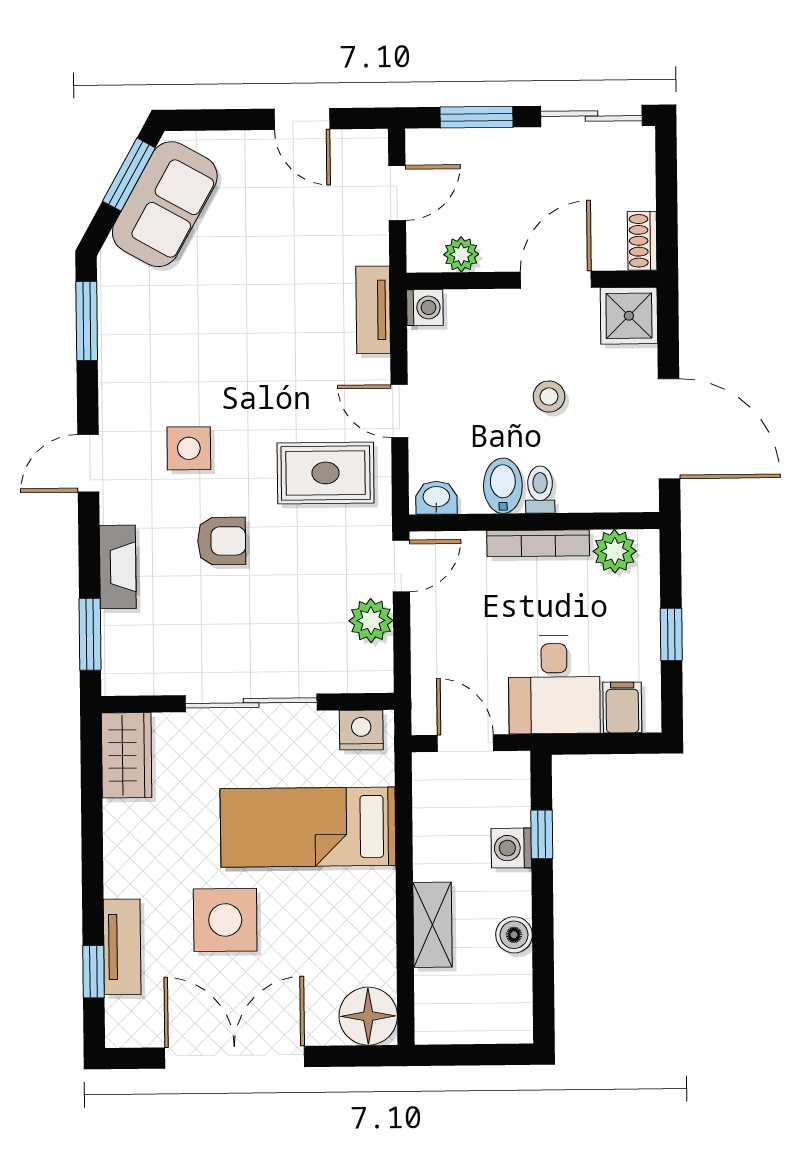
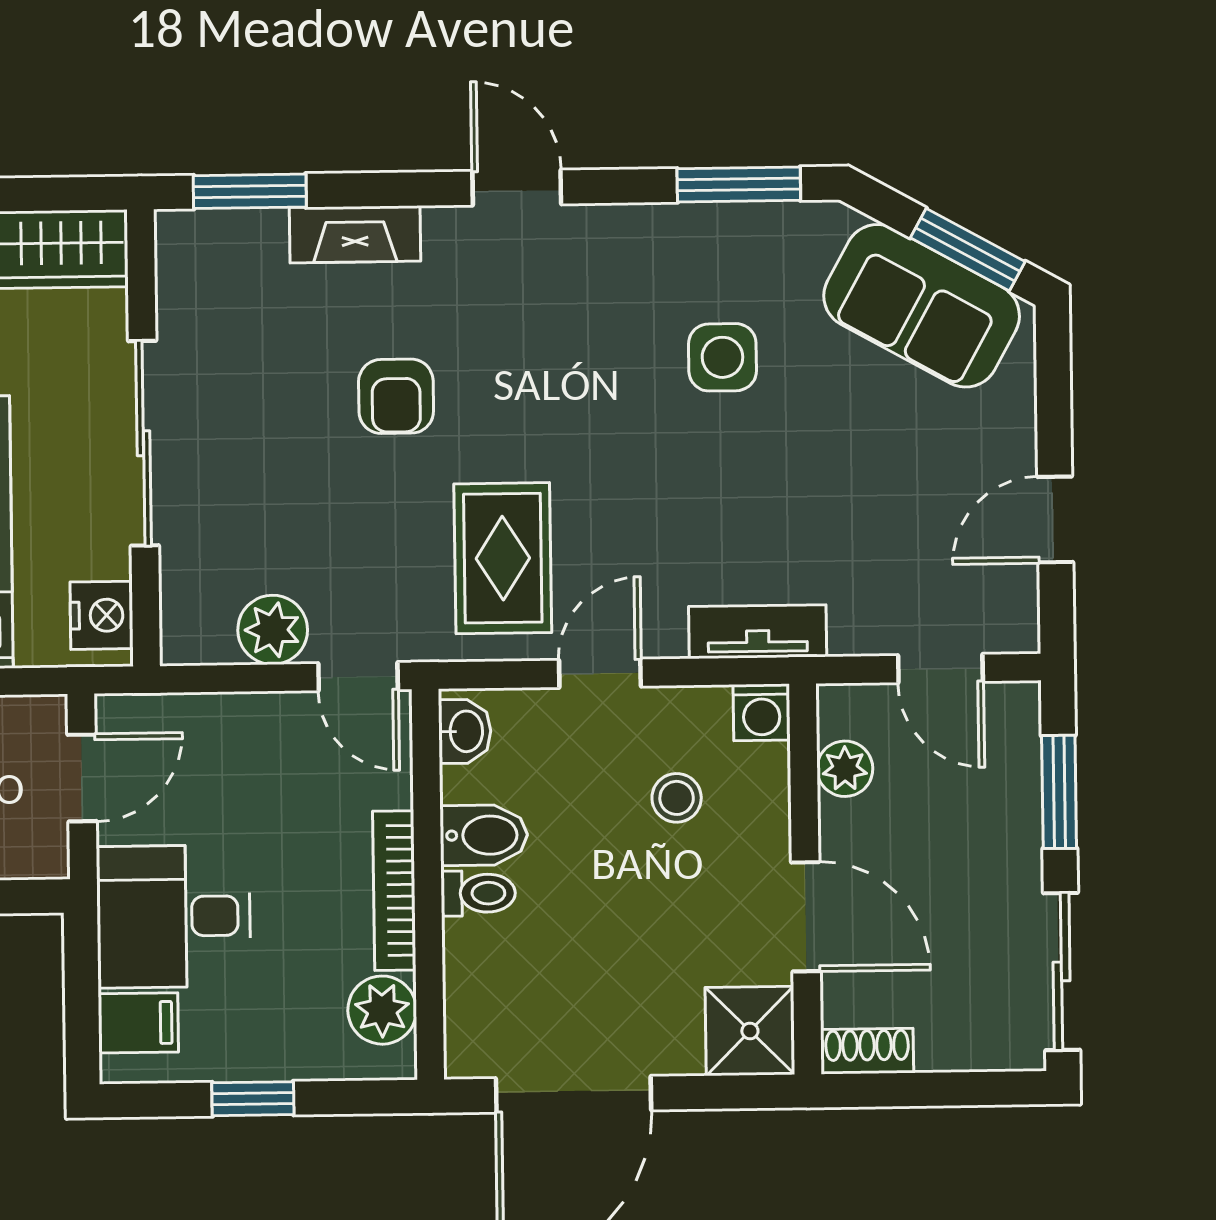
stool: (549, 397) -> (677, 798), moved
side table: (189, 448) -> (722, 357), moved

